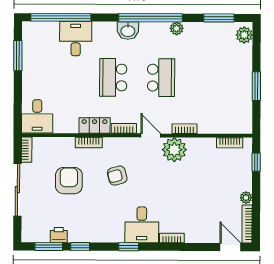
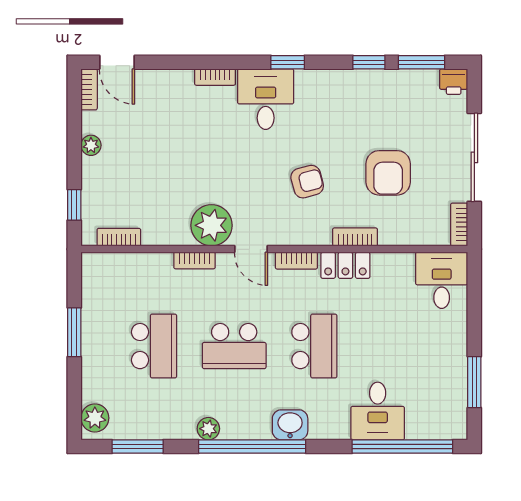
school desk: (161, 78) -> (234, 346), turned -90
school desk: (209, 78) -> (154, 346), added
bookcase: (247, 224) -> (89, 89), width x0.64
printer: (59, 235) -> (454, 82), moved

